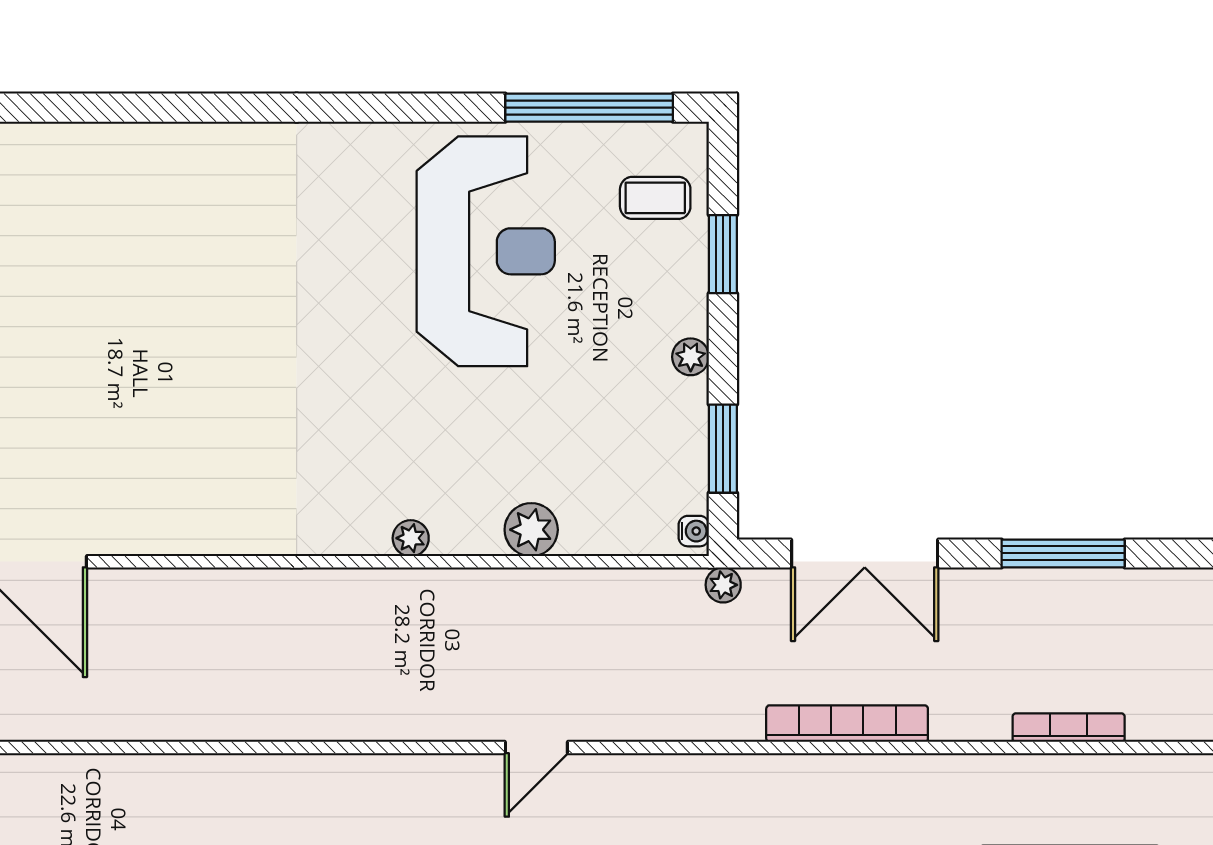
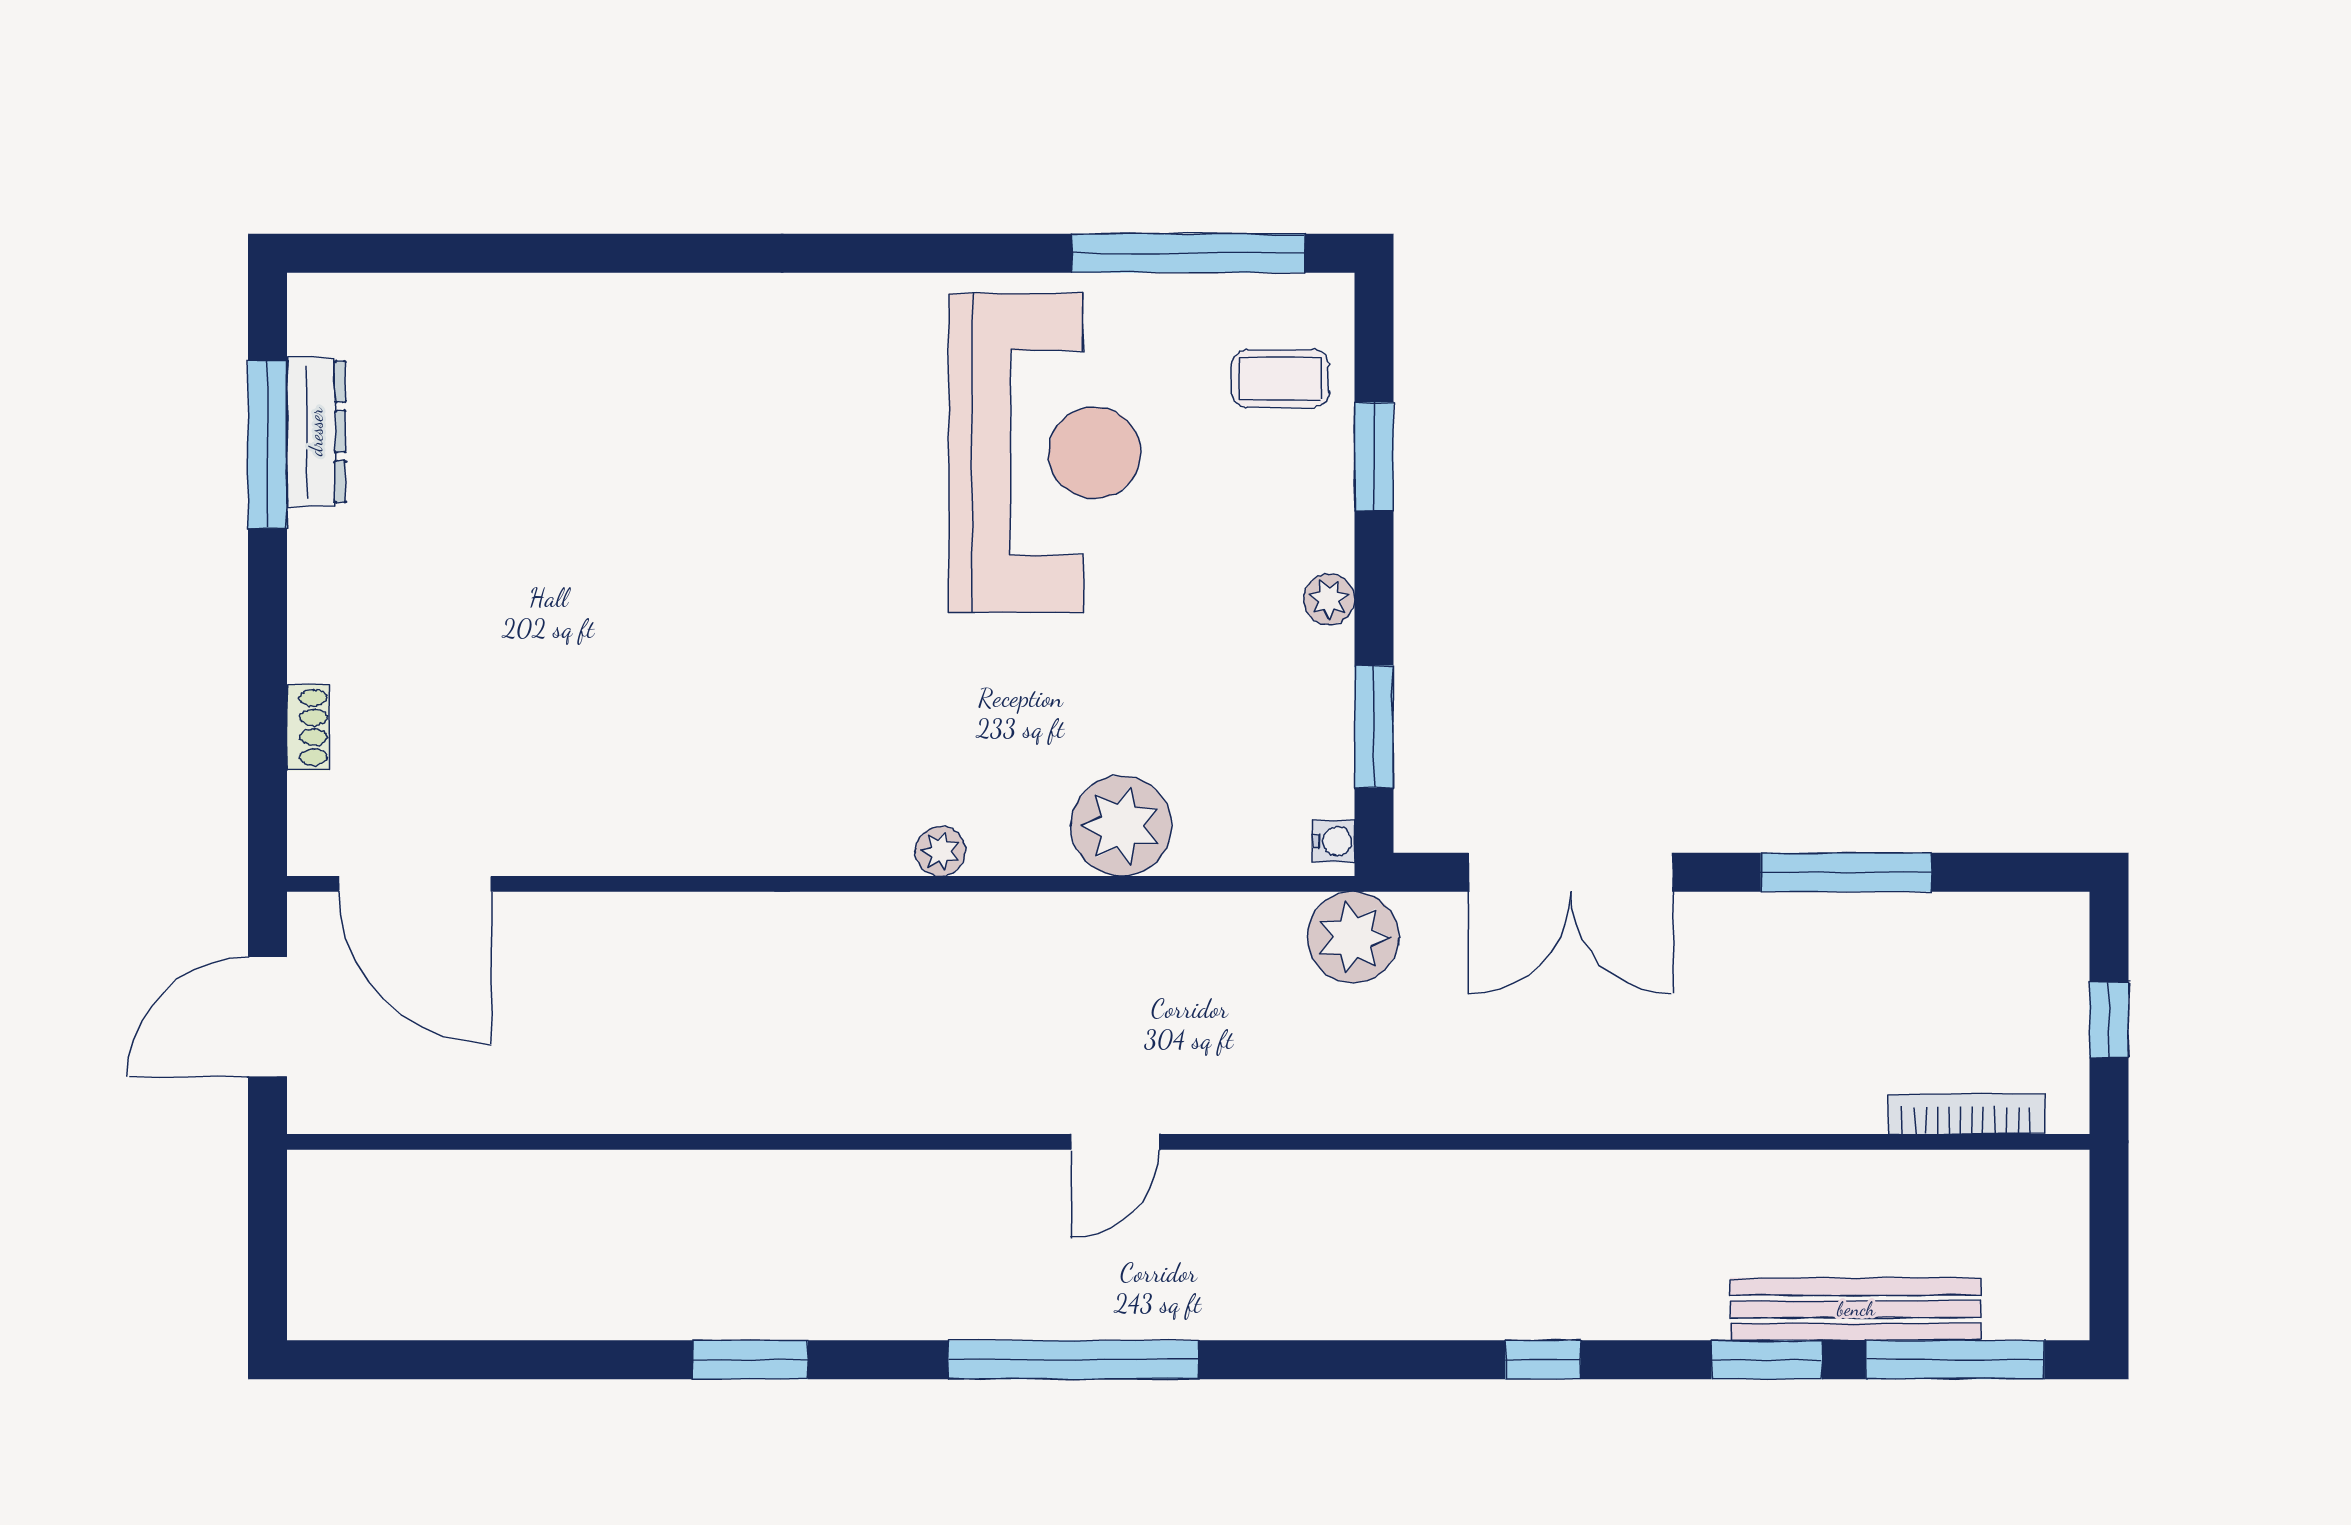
plant: (531, 530) -> (1121, 826), width x1.36, depth x1.36
plant: (723, 585) -> (1353, 937), width x1.87, depth x1.87
bookcase: (847, 724) -> (1546, 1109), removed
bookcase: (1069, 728) -> (1967, 1114), moved

